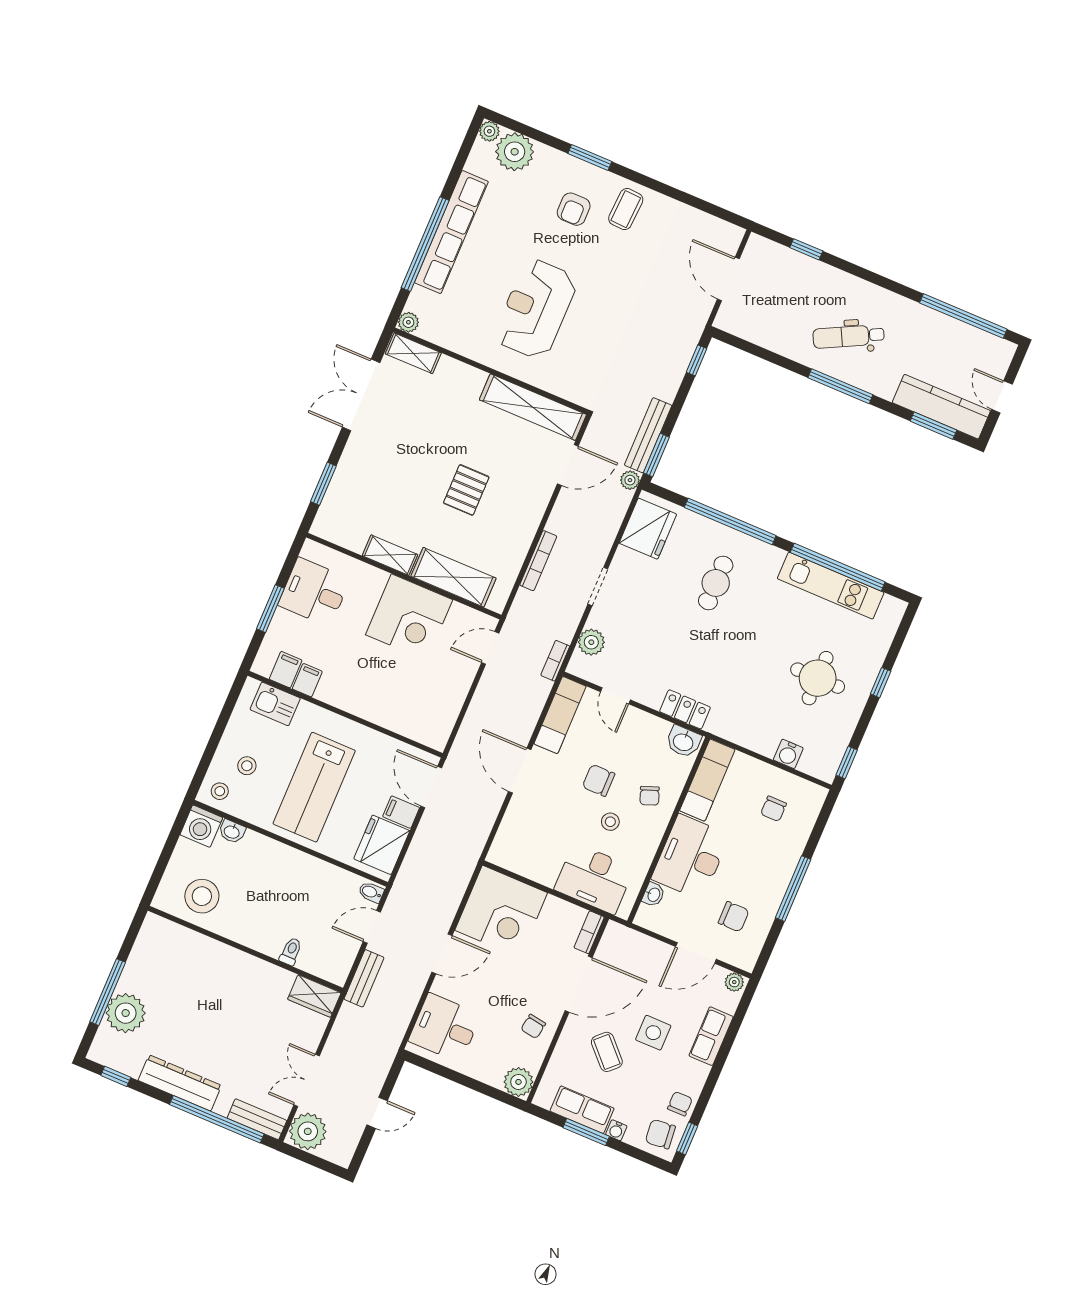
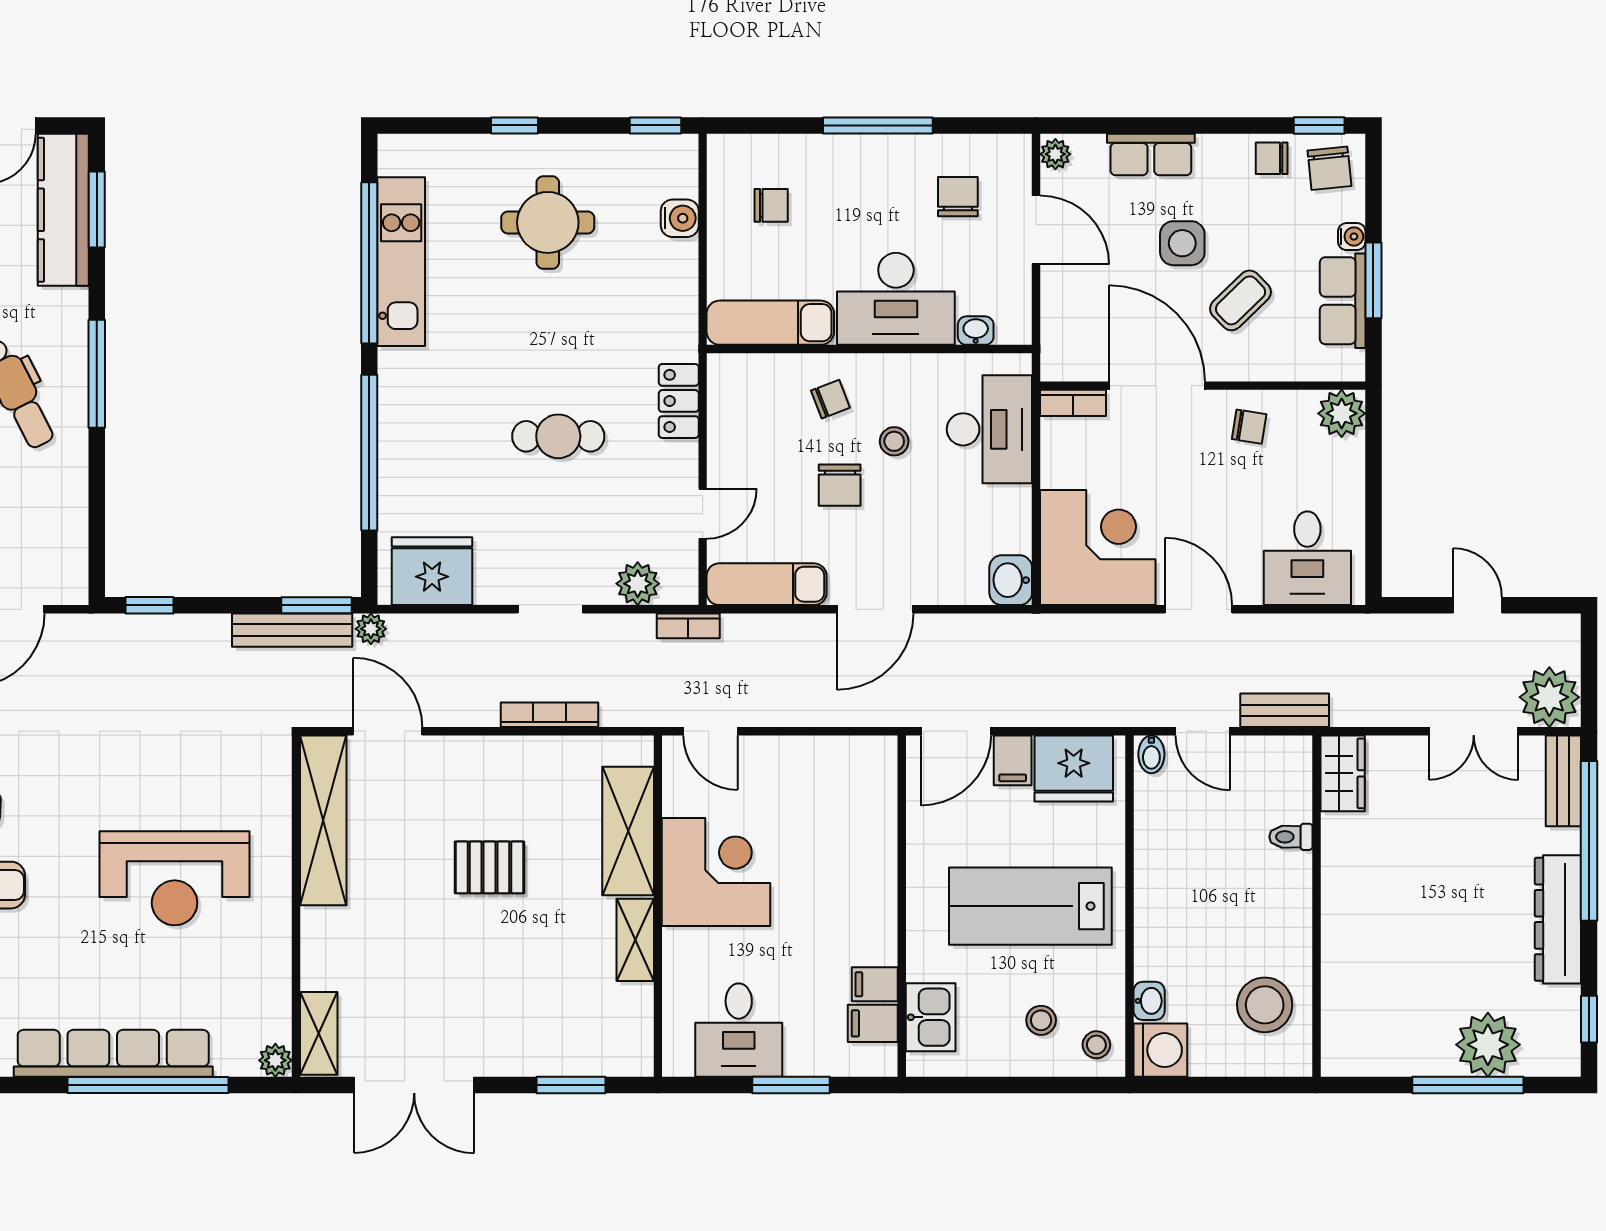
cafe table: (716, 583) -> (558, 436), moved
washbasin: (683, 742) -> (1011, 580), moved, turned 180
lab bench: (314, 787) -> (1030, 906), turned 180

